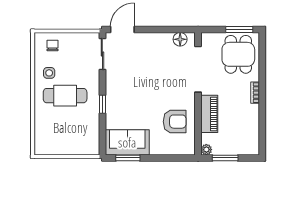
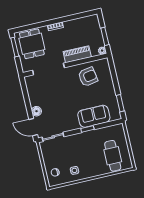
floor lamp: (180, 39) -> (37, 111), moved
dining table: (238, 54) -> (32, 44), turned 90
cafe table: (65, 96) -> (113, 156), moved
armchair: (175, 122) -> (88, 77), turned 80
sofa: (127, 142) -> (94, 116), moved, turned 90

